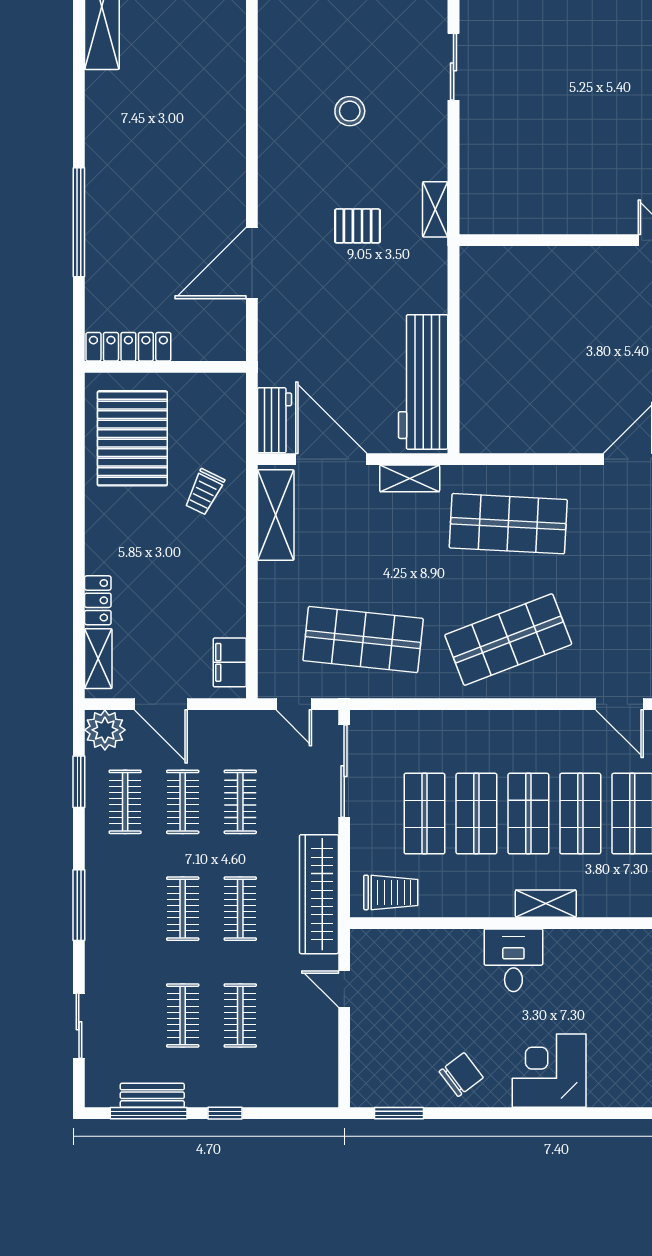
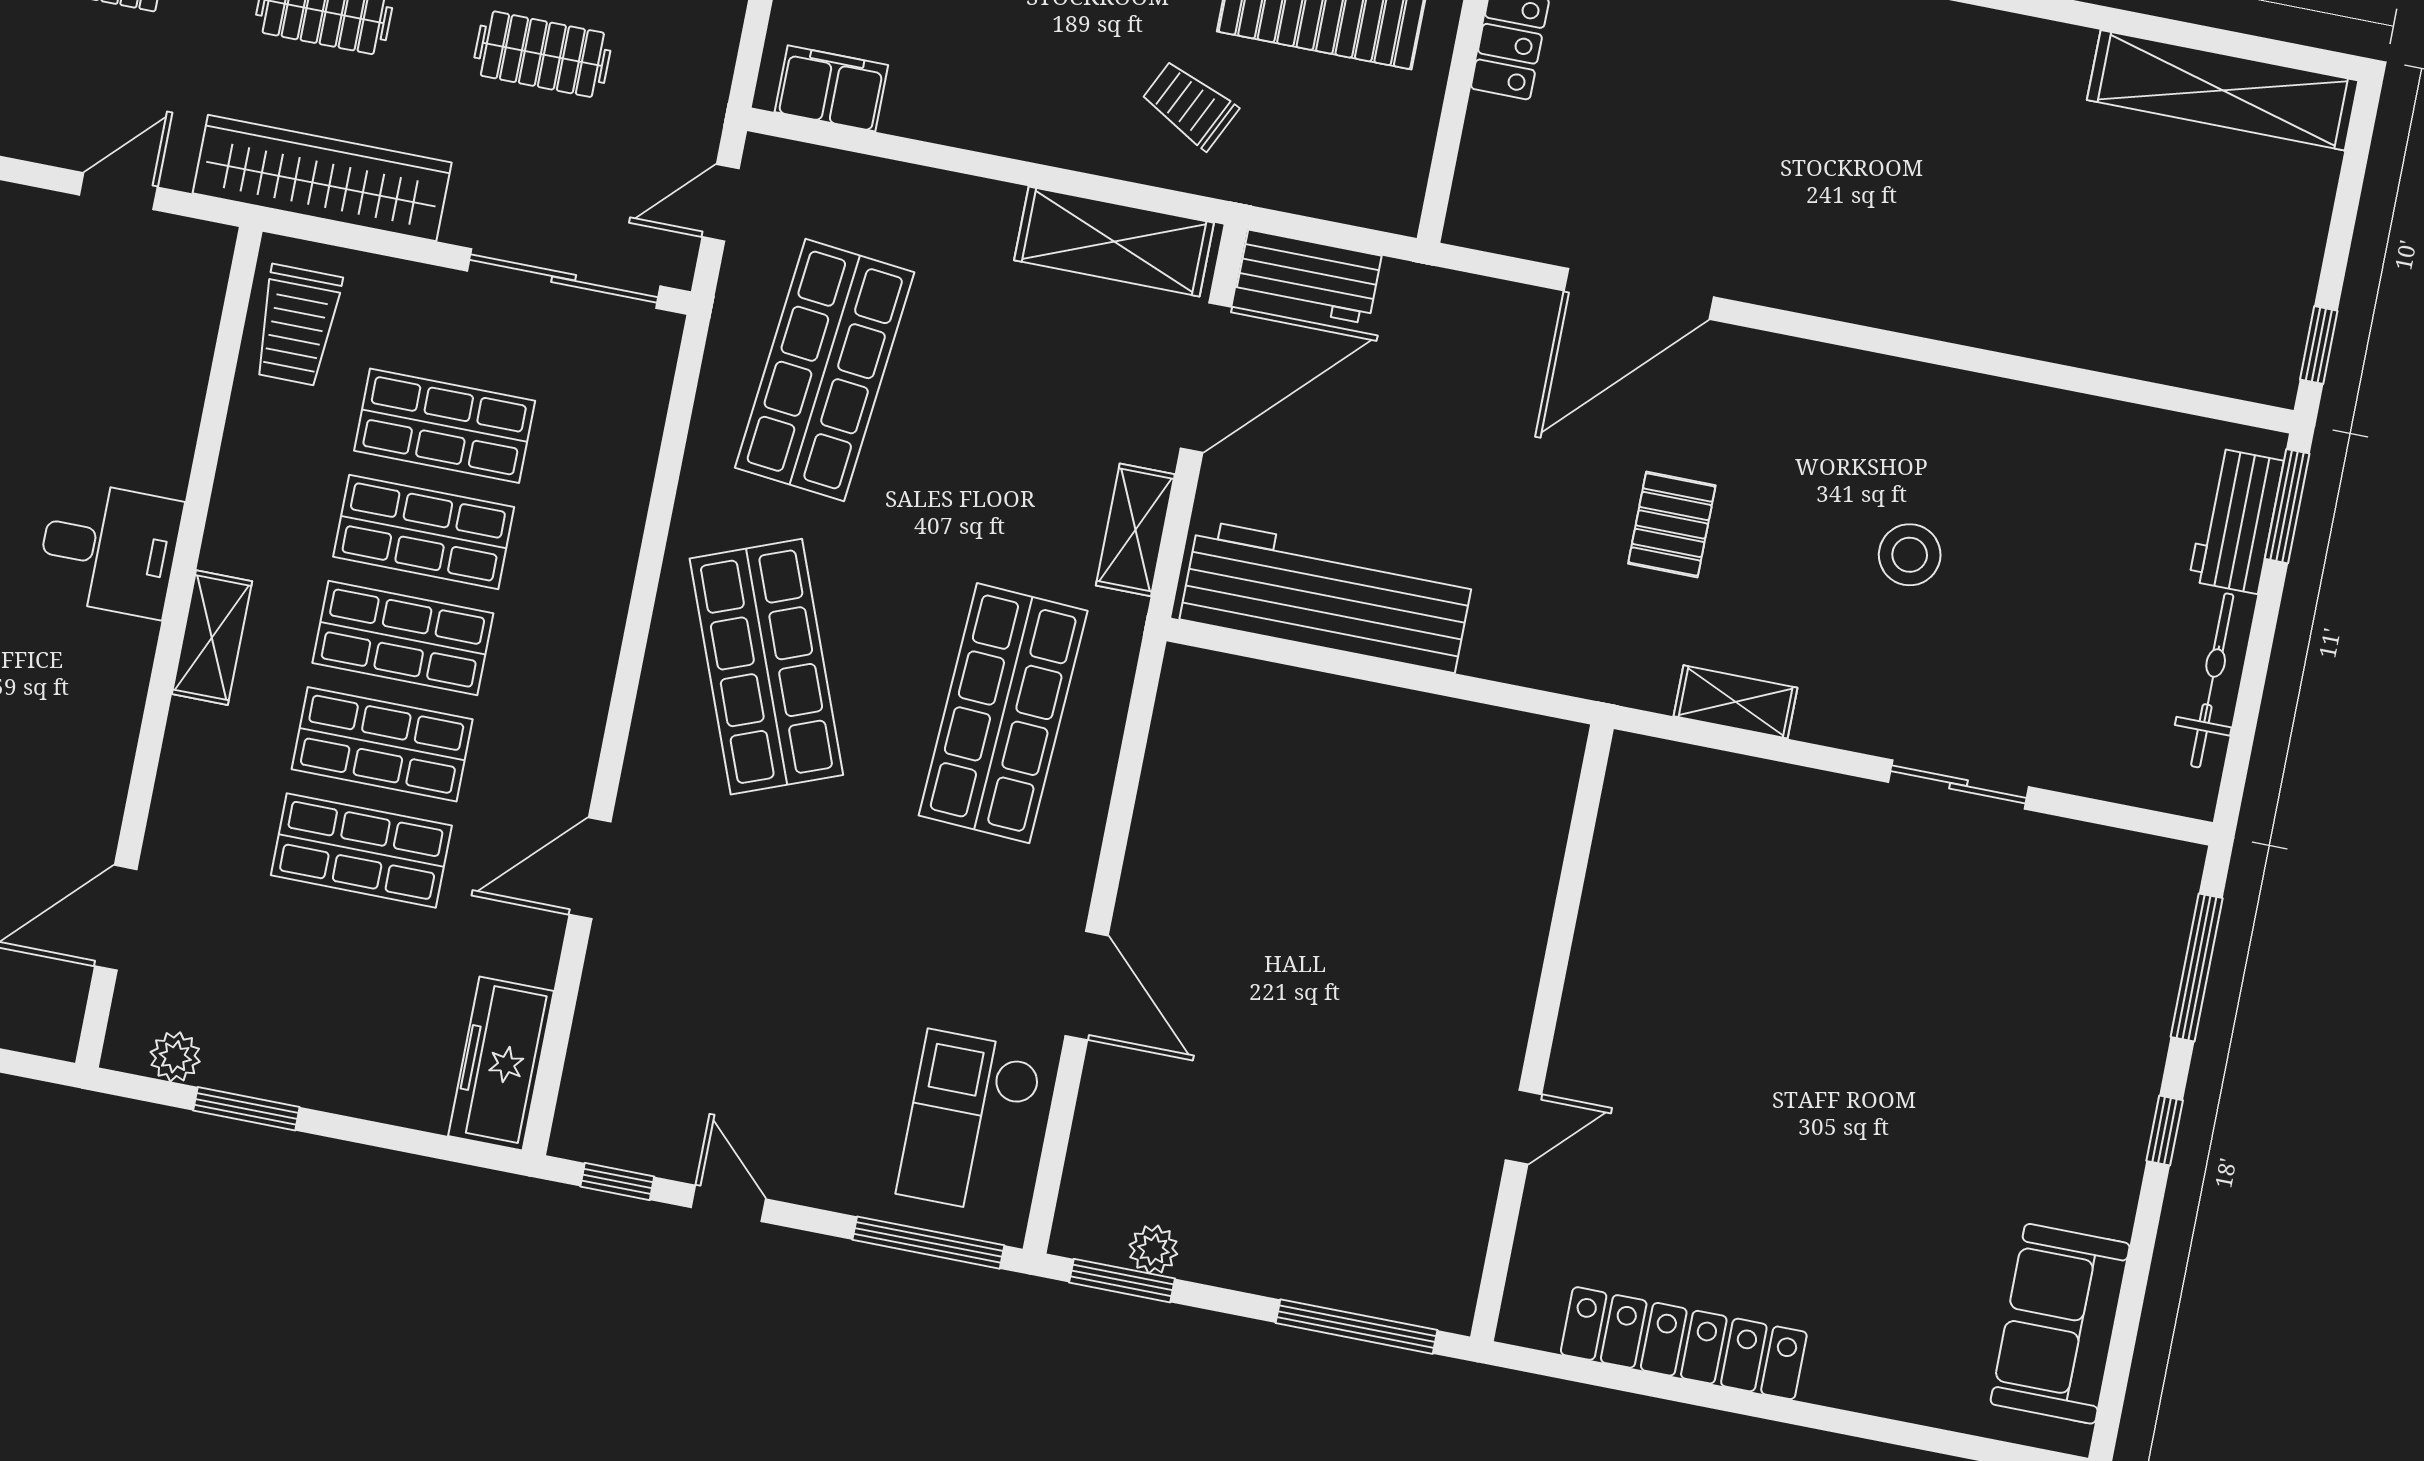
shelving: (435, 209) -> (1736, 702), moved
door: (252, 263) -> (1639, 294), swing flipped

